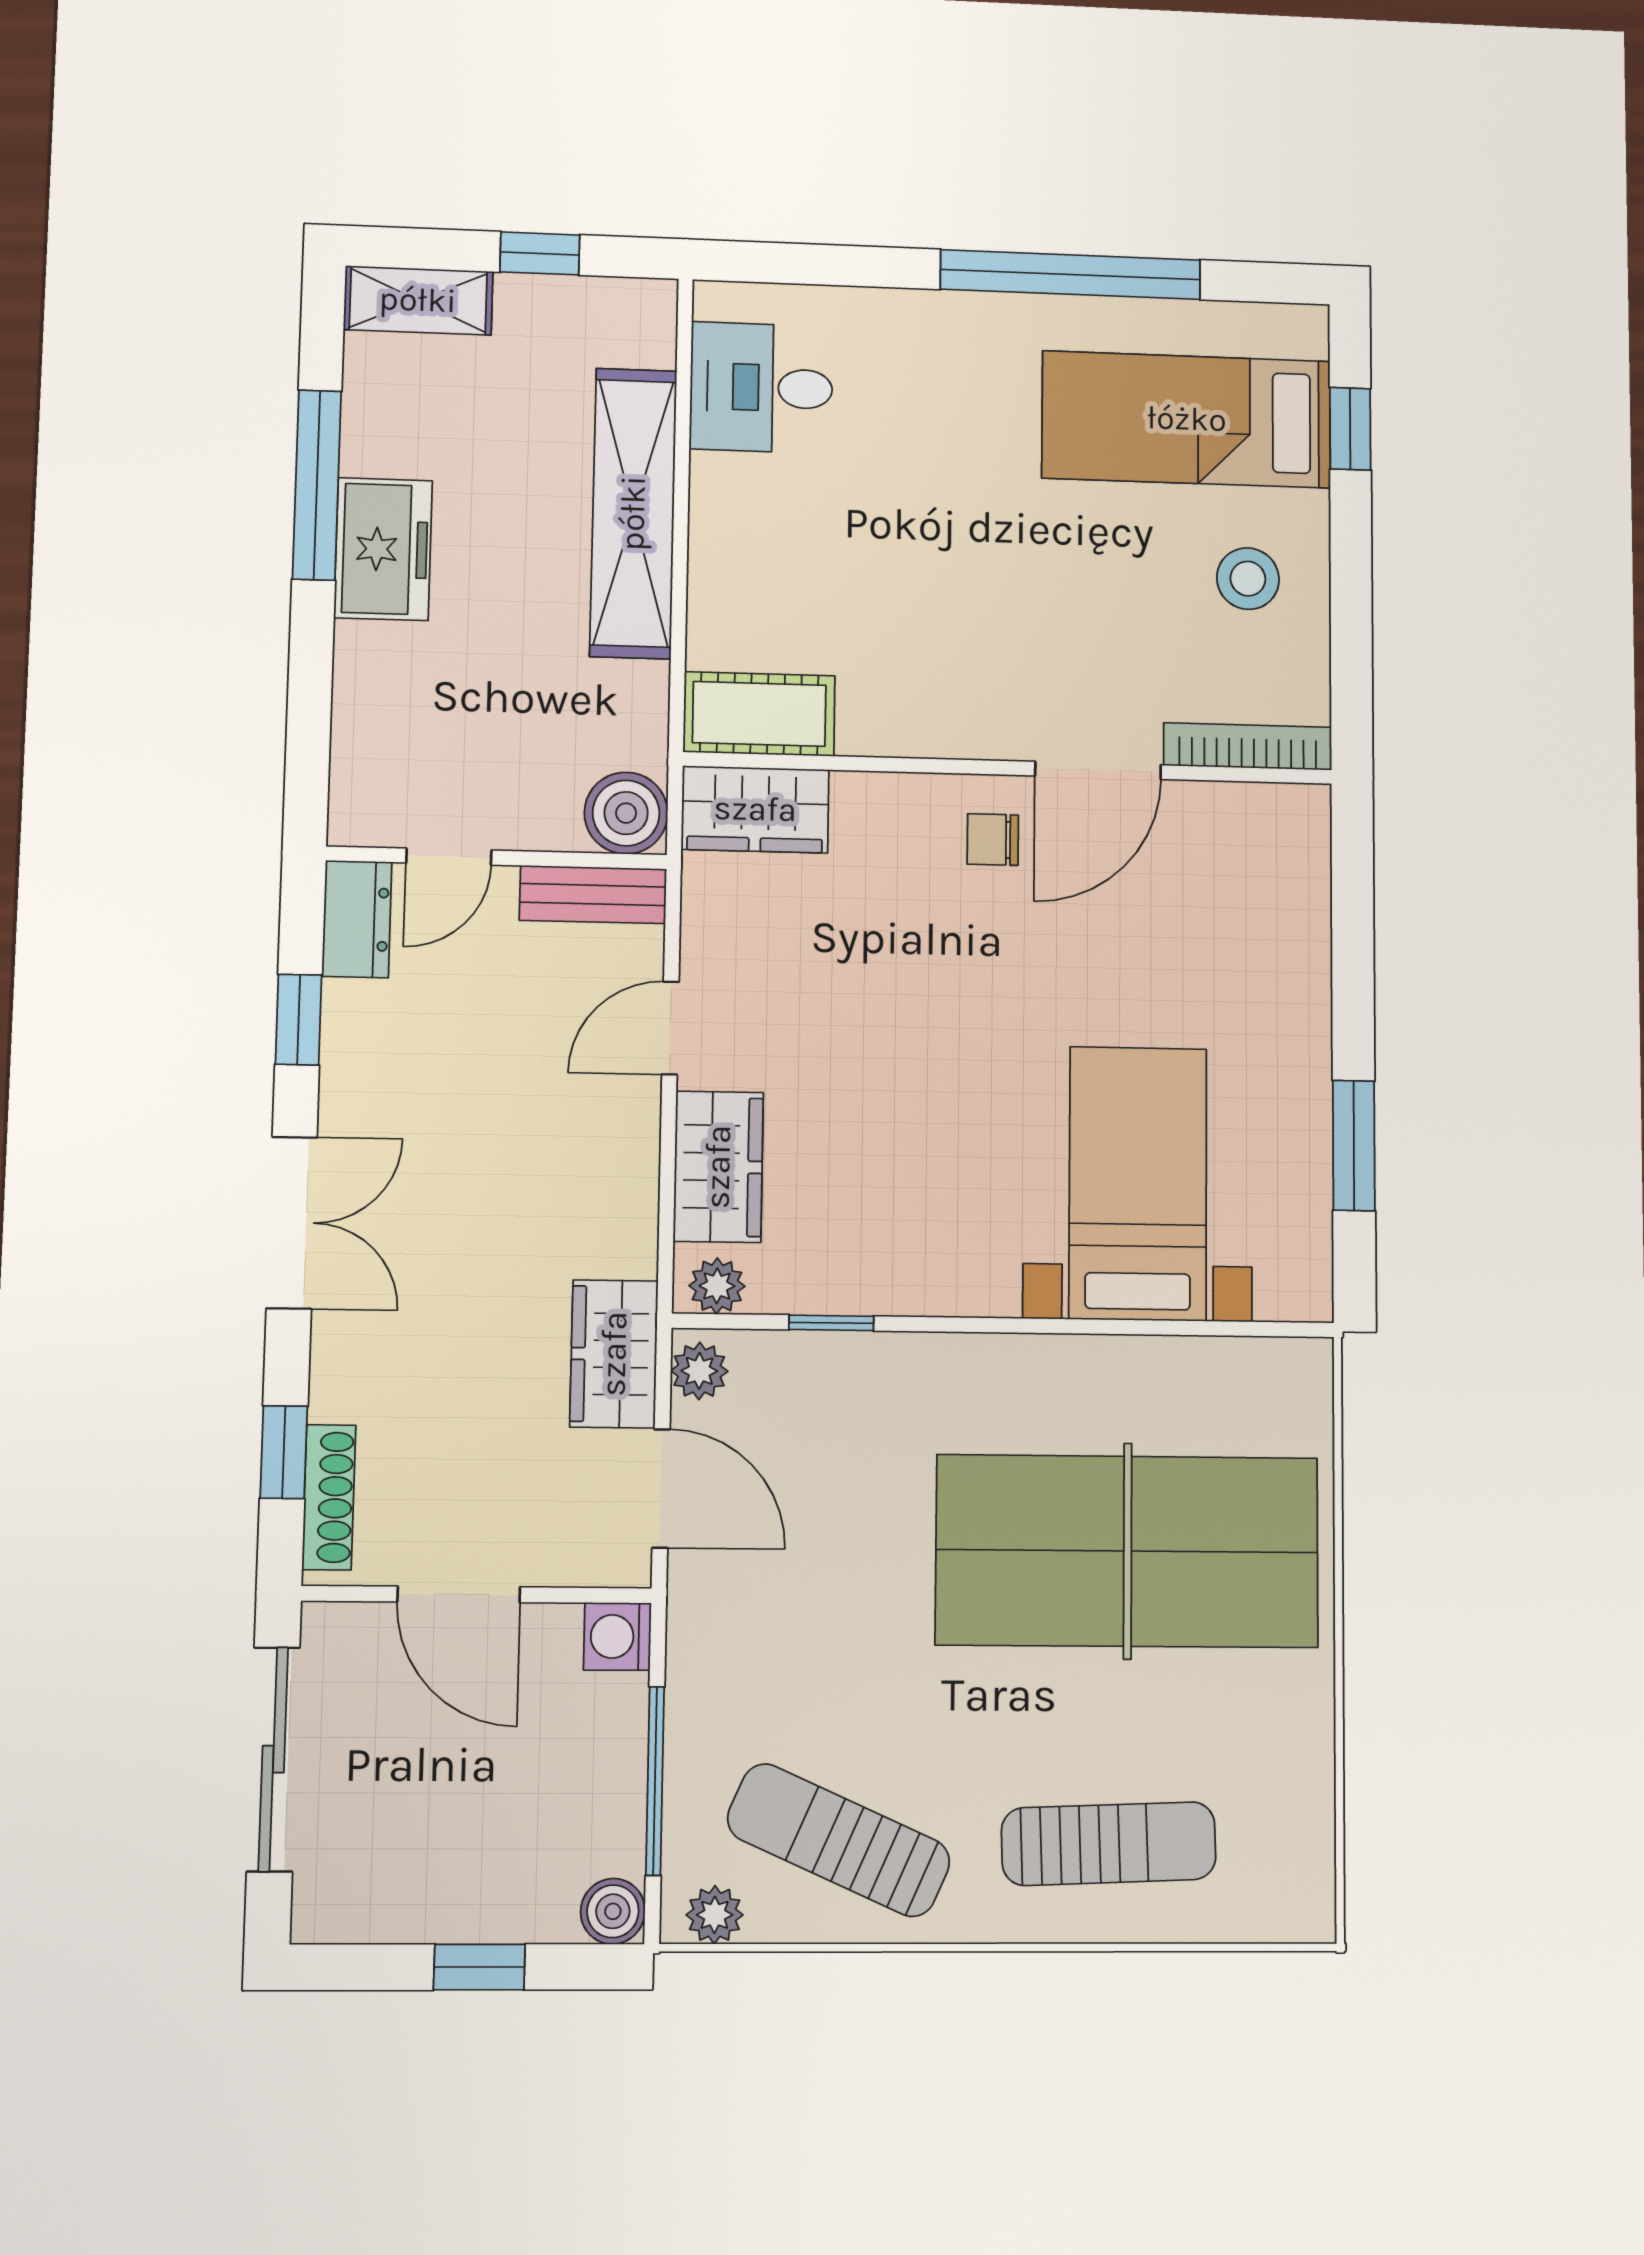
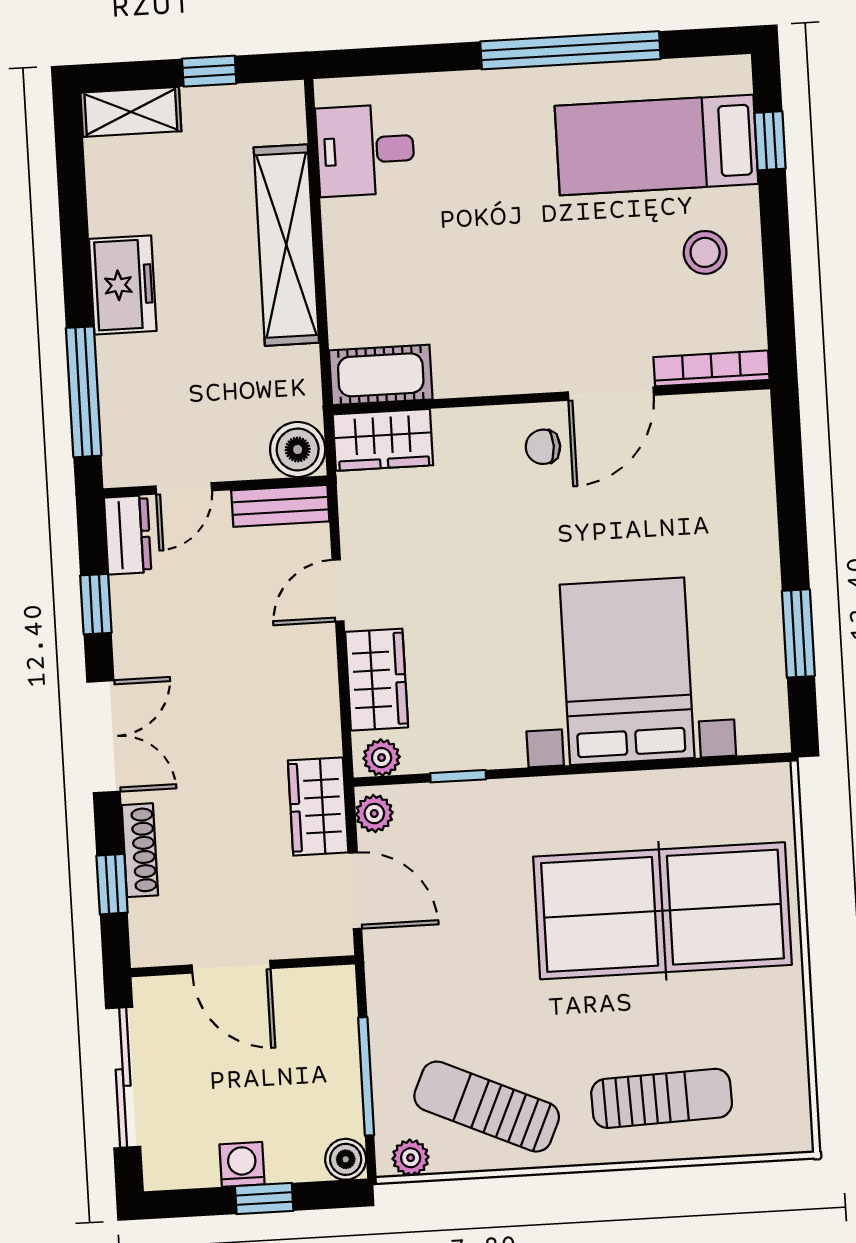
window: (317, 485) -> (84, 392), moved
bed with nightstands: (1138, 1183) -> (627, 671), width x1.36
shoe rack: (329, 1497) -> (140, 850), moved
washing machine: (617, 1637) -> (242, 1164), moved, turned 90

